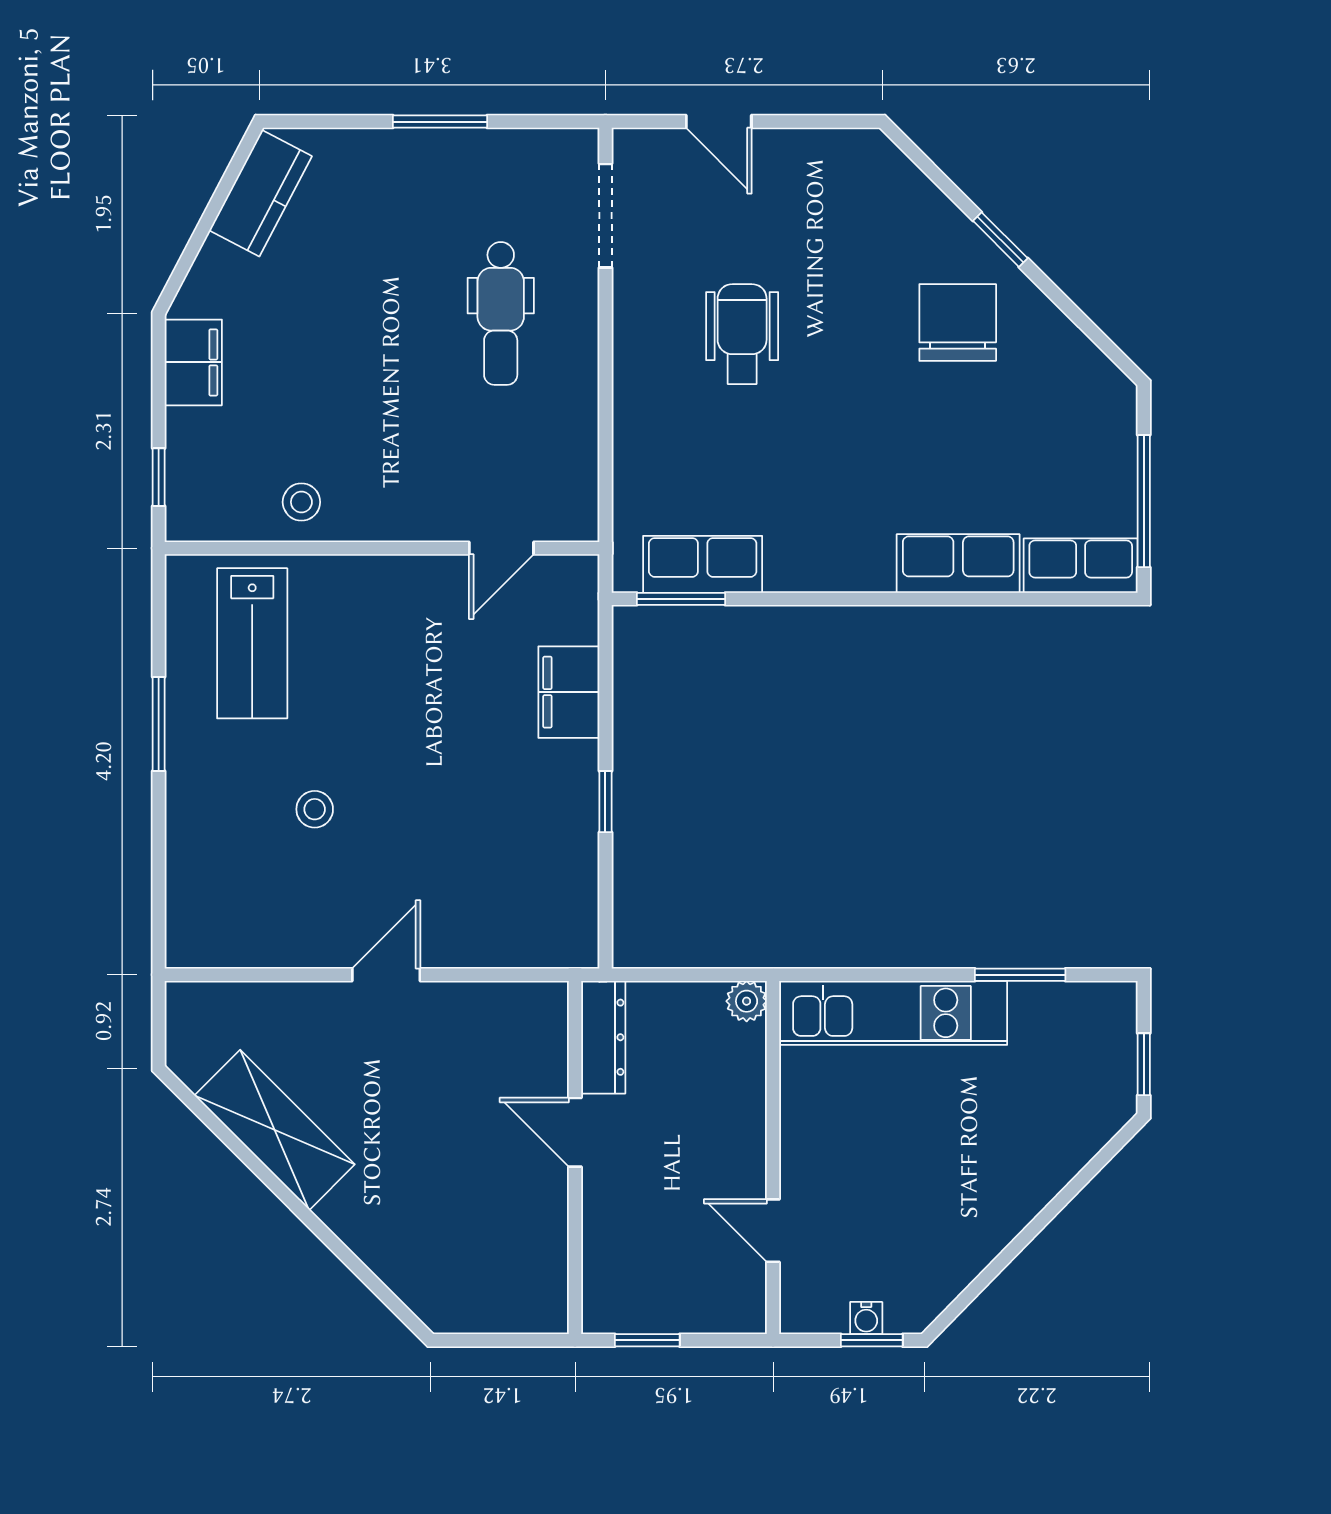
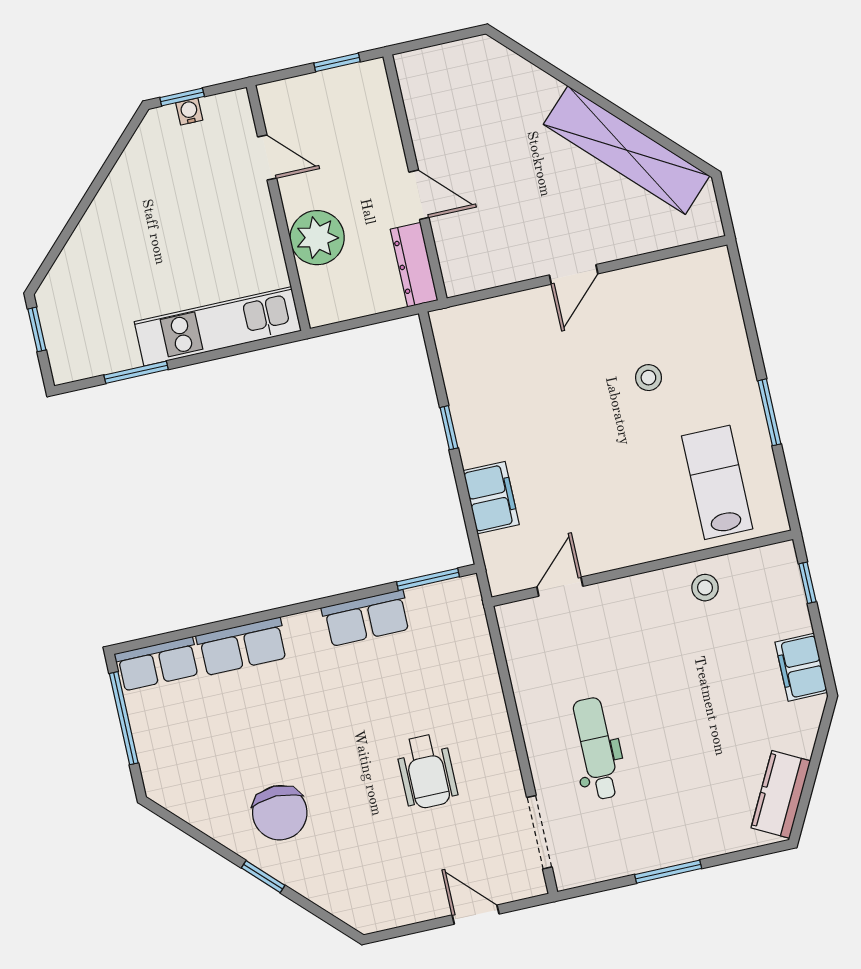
row of seats: (703, 564) -> (366, 618), moved
plant: (747, 1001) -> (317, 238), moved, width x1.88, depth x1.88
shelving: (275, 1130) -> (627, 150), width x1.47

